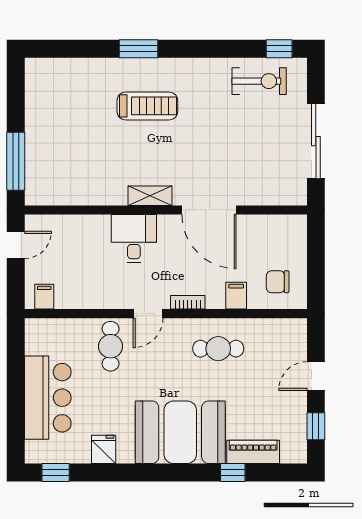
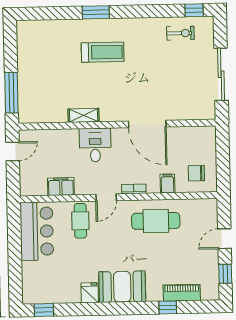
exercise bike: (259, 81) -> (180, 33), width x0.73, depth x0.72
shelving: (150, 196) -> (84, 115), moved
filing cabinet: (44, 297) -> (61, 187), moved, width x2.00
cafe table: (218, 349) -> (156, 221), width x1.37, depth x1.35
bar counter: (48, 398) -> (37, 231), moved
booth: (180, 432) -> (122, 287), width x0.73, depth x0.70
fridge: (104, 449) -> (90, 293), moved

